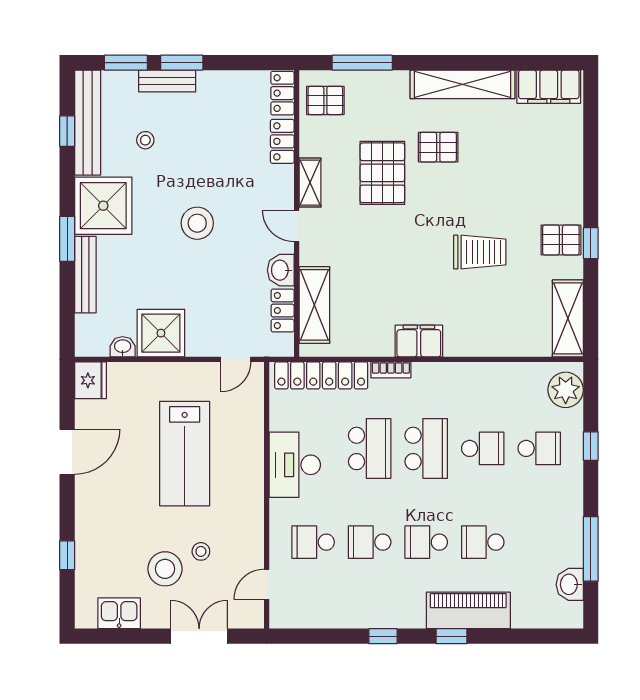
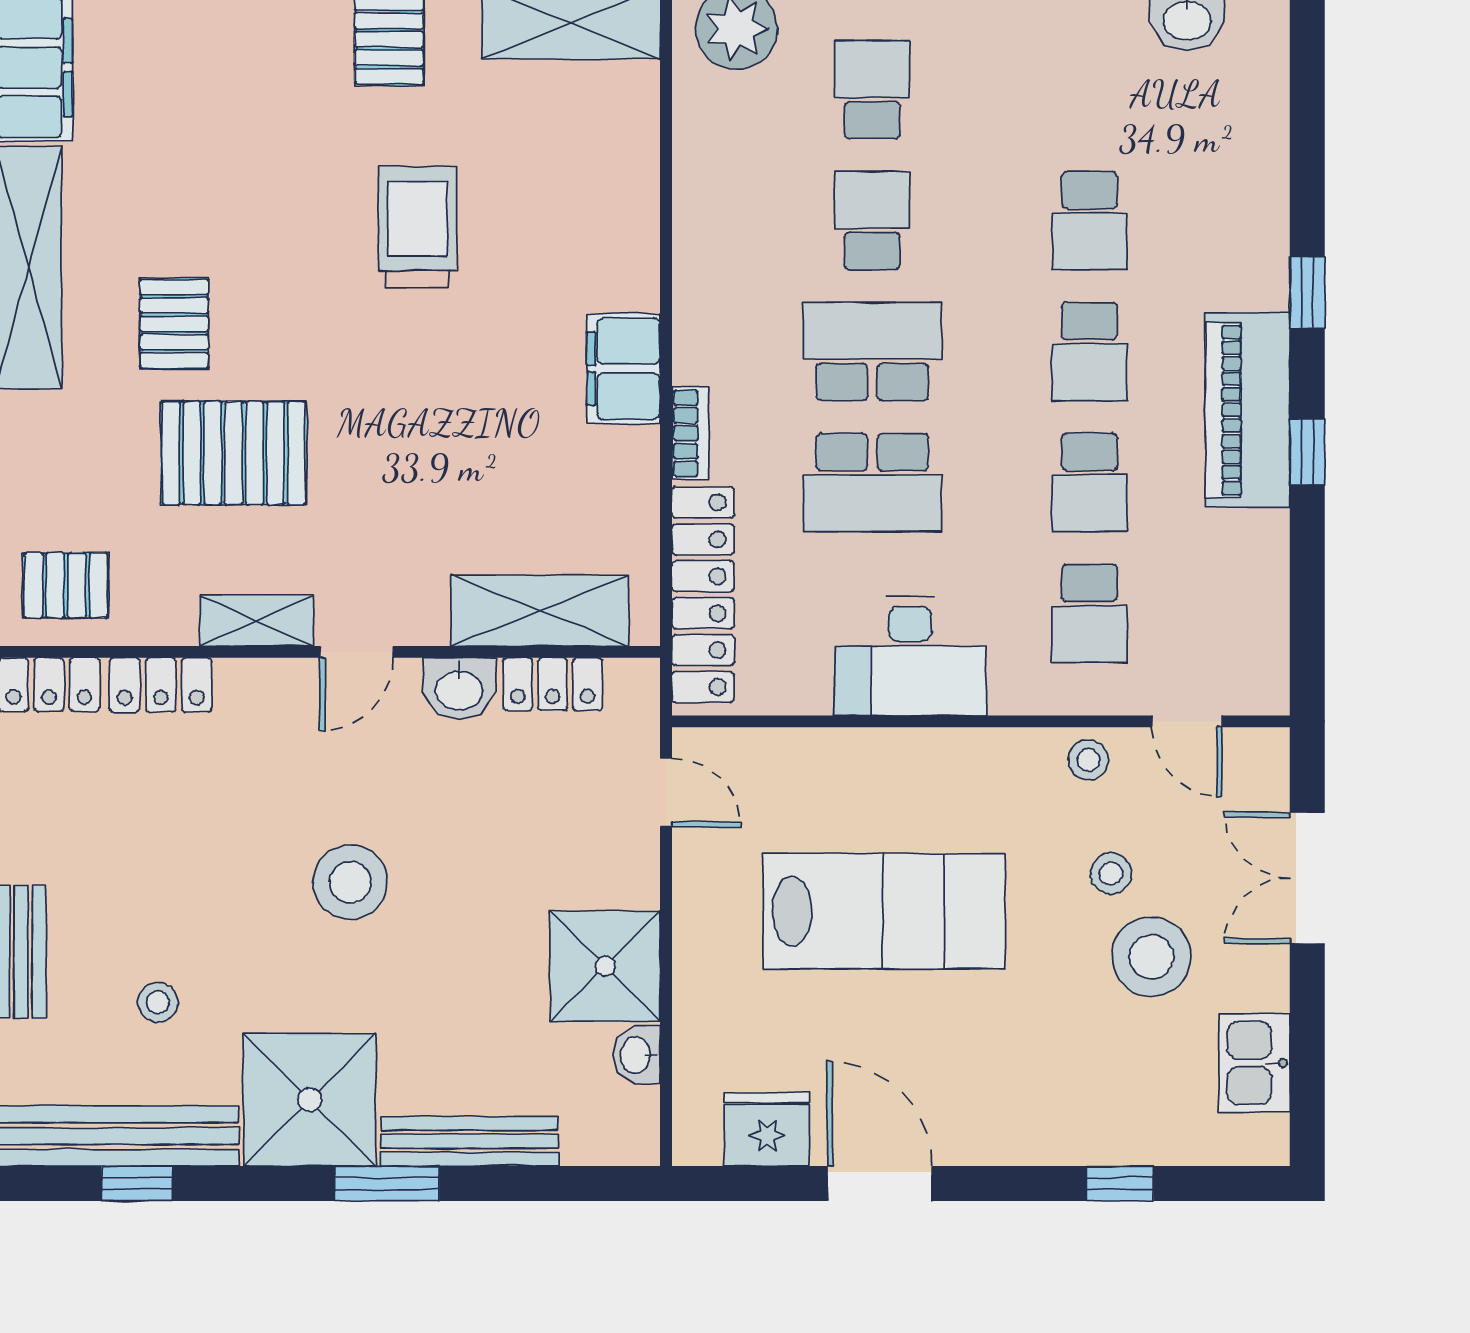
pallet: (325, 100) -> (66, 585), turned 90
fridge: (90, 380) -> (767, 1129), moved
school desk: (370, 448) -> (872, 482), turned 180
stool: (250, 542) -> (1088, 760), added
piano: (468, 610) -> (1248, 410), moved

